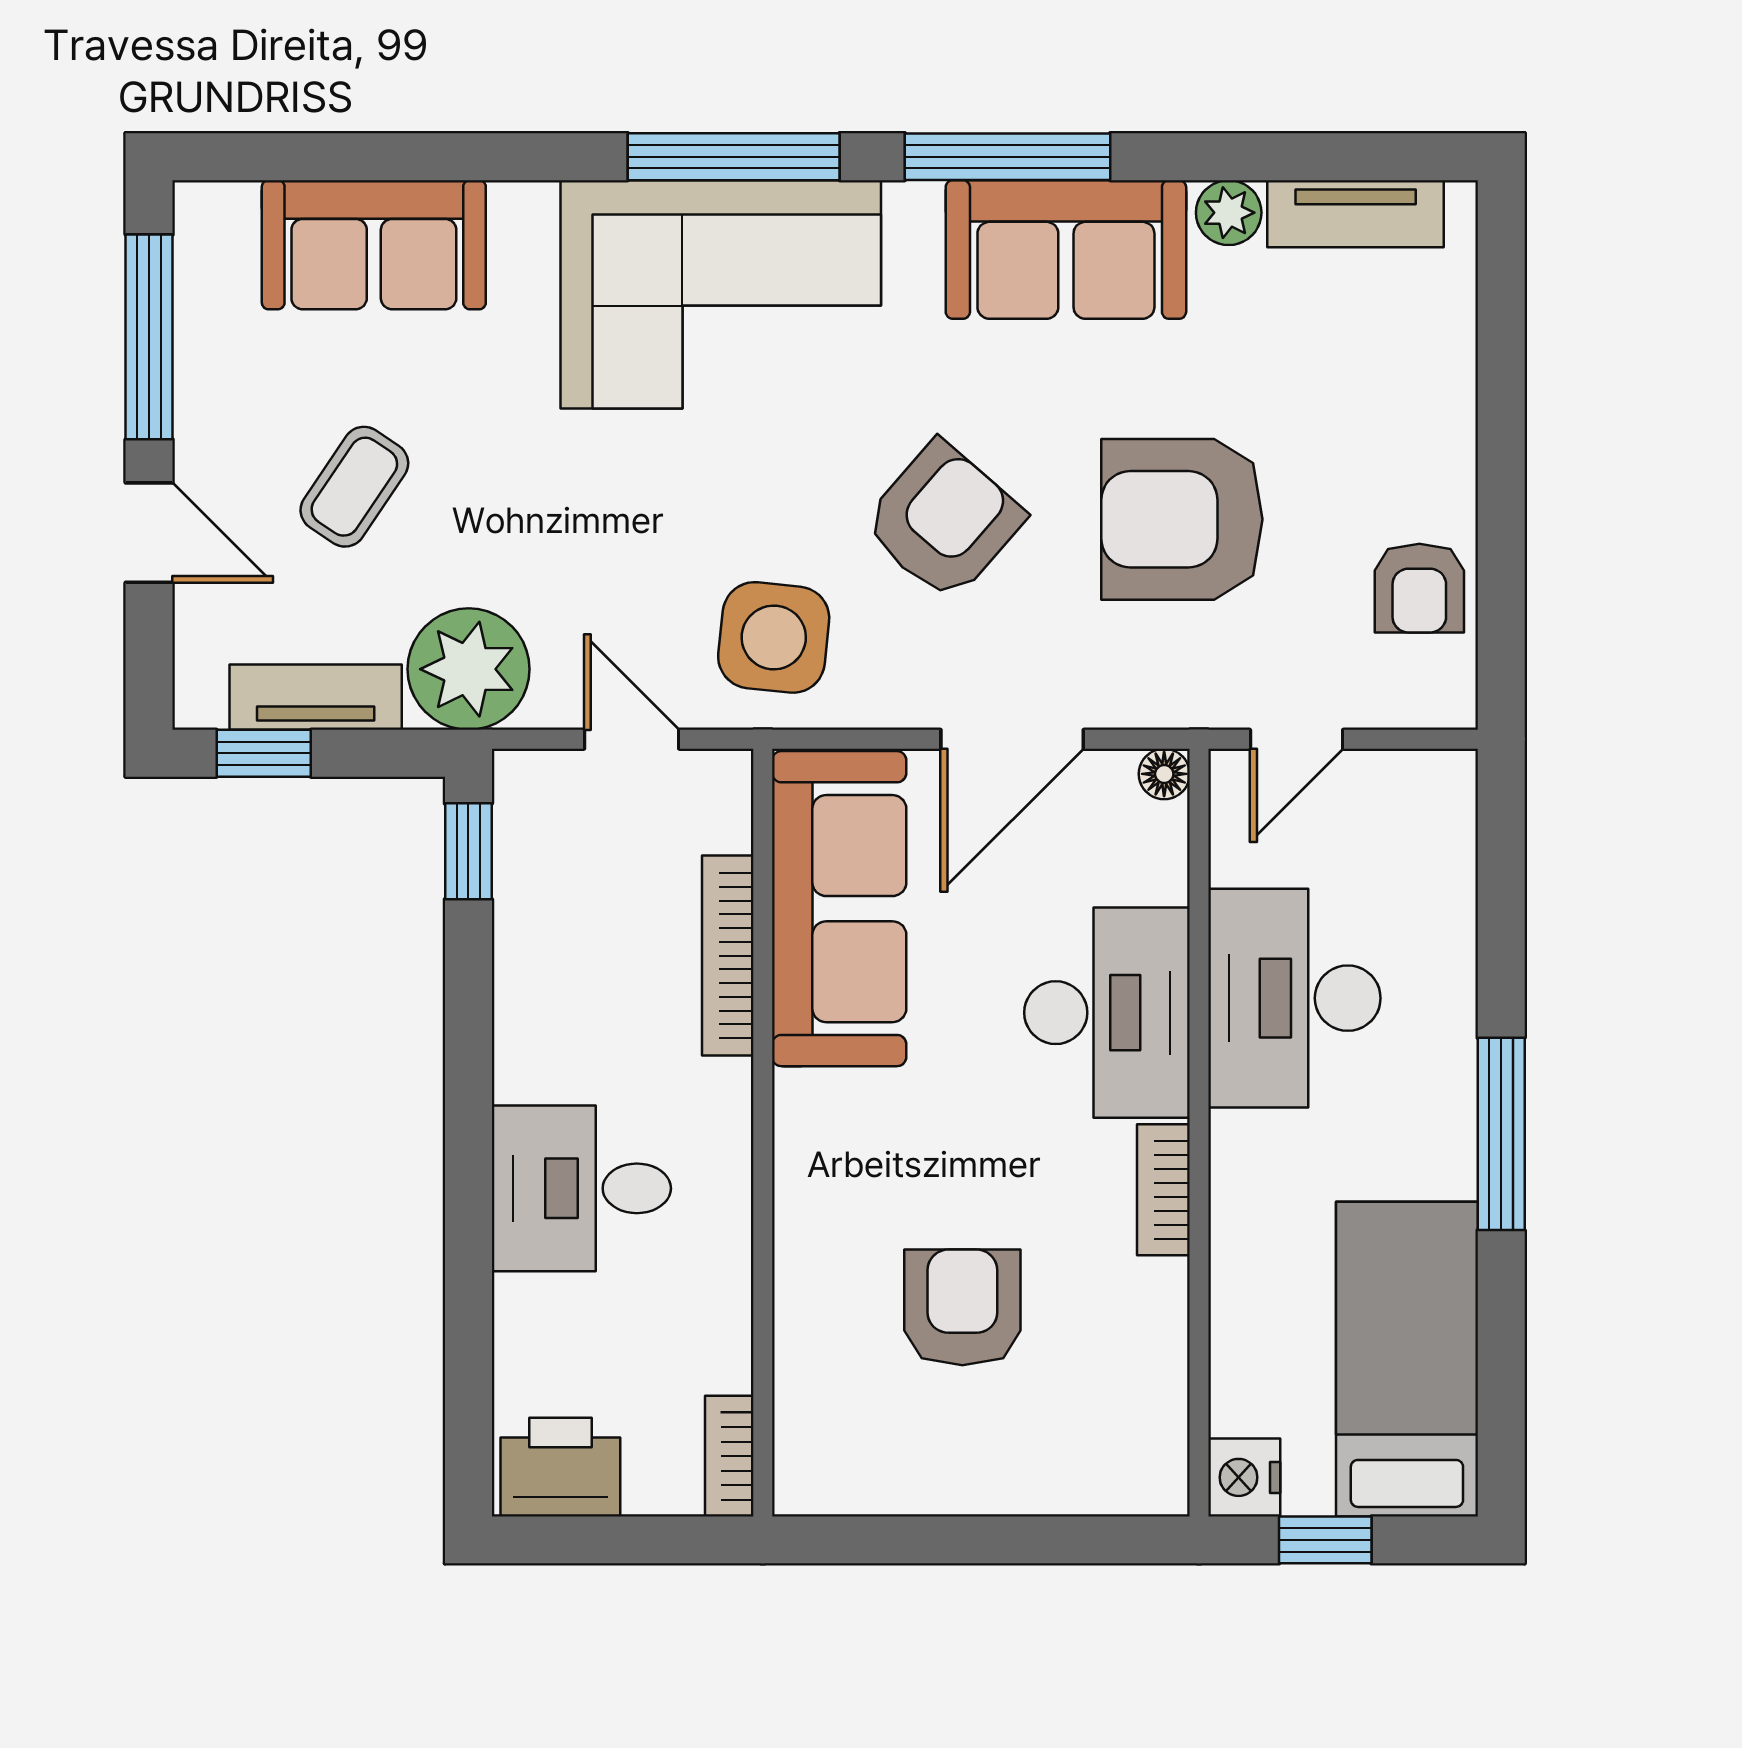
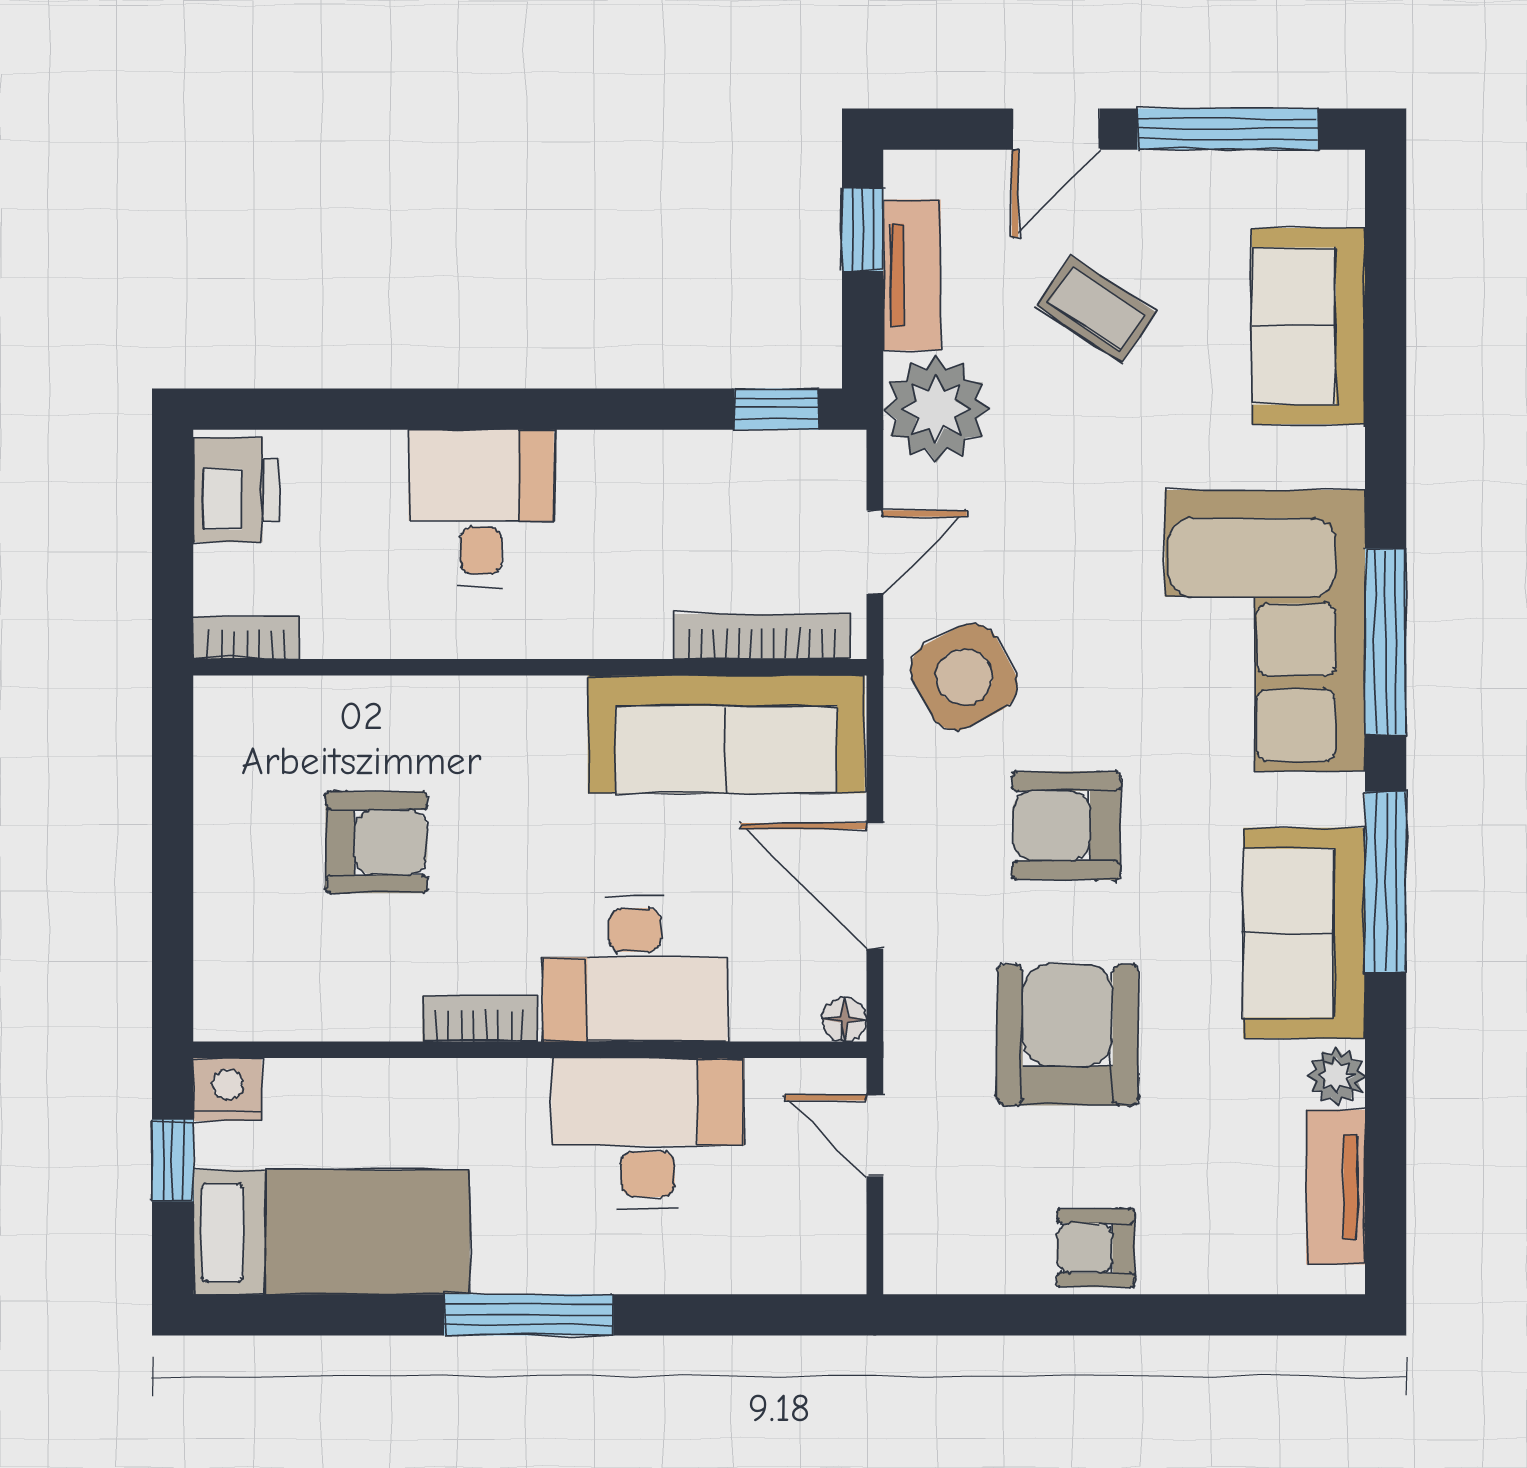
armchair: (943, 521) -> (1066, 826), turned 139
armchair: (1419, 588) -> (1096, 1248), moved
side table: (774, 637) -> (964, 677), turned -34
bookcase: (728, 956) -> (762, 637), moved

